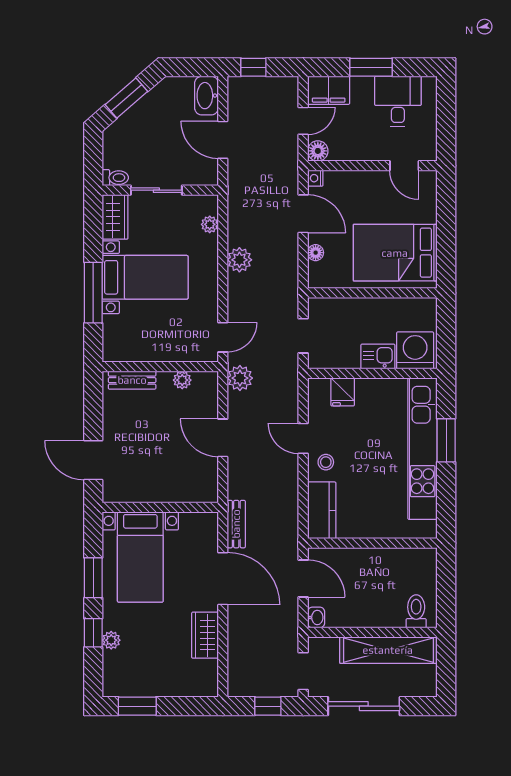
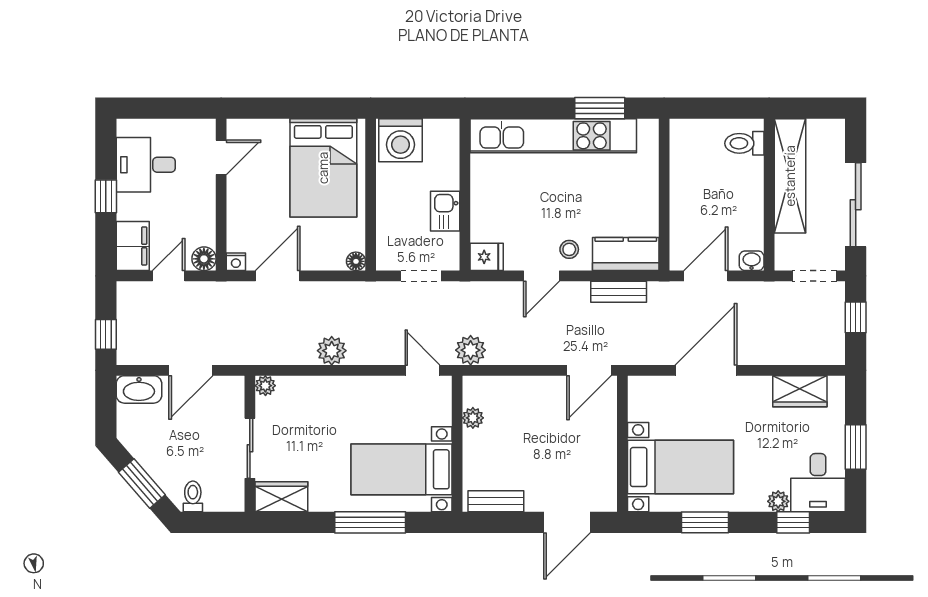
window: (371, 67) -> (106, 196), width x0.67
door: (303, 121) -> (169, 276), hinge flipped
toilet: (115, 178) -> (193, 496), moved
plant: (210, 224) -> (265, 386), moved
floor lamp: (316, 253) -> (356, 261), moved
bed with nightstands: (145, 277) -> (401, 469), moved, turned -90
washing machine: (415, 350) -> (401, 140), moved, turned -90
kitchen sink: (378, 357) -> (445, 211), moved
bench: (132, 380) -> (496, 501), moved, turned 90
fridge: (343, 392) -> (487, 257), moved
door: (223, 438) -> (589, 370), moved
window: (446, 440) -> (600, 108), moved
bench: (236, 524) -> (619, 292), moved
window: (93, 633) -> (793, 522), moved
wardrobe: (205, 635) -> (800, 391), moved
desk: (127, 674) -> (818, 483), added
window: (137, 706) -> (856, 447), moved

